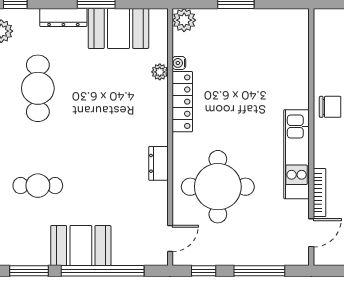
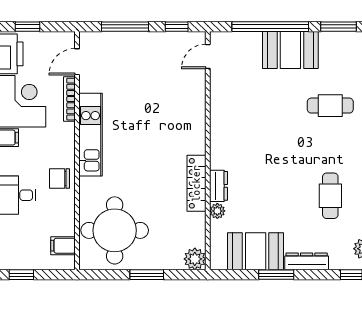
filing cabinet: (326, 34) -> (63, 246), added
water cooler: (179, 63) -> (200, 219), removed
cafe table: (38, 88) -> (330, 196), width x0.73, depth x0.74
dresser: (158, 163) -> (219, 186), moved
round table: (218, 187) -> (115, 230), moved

